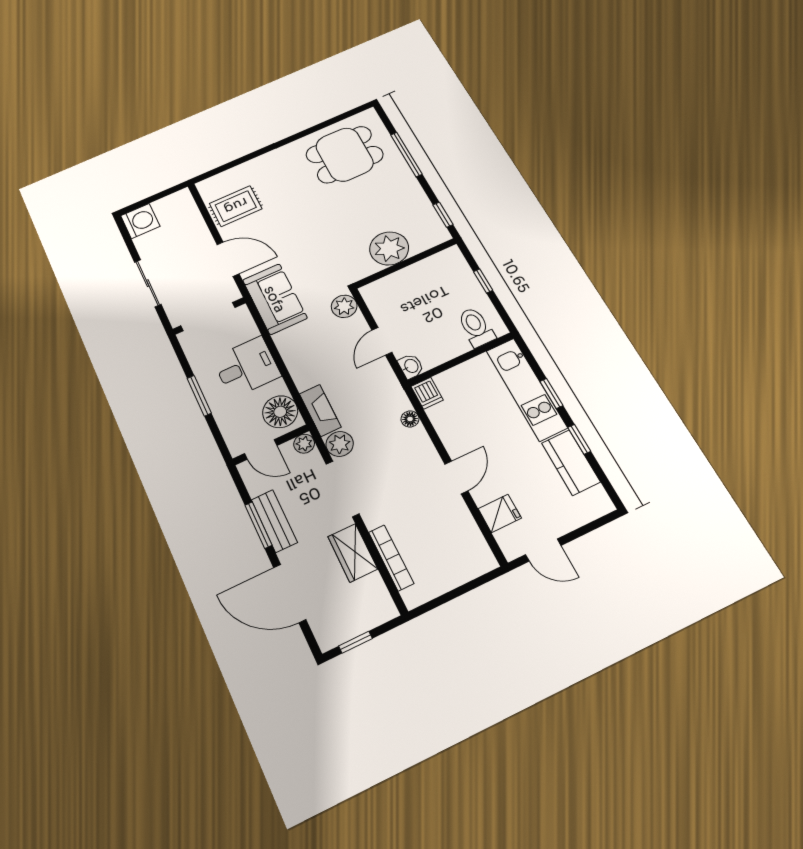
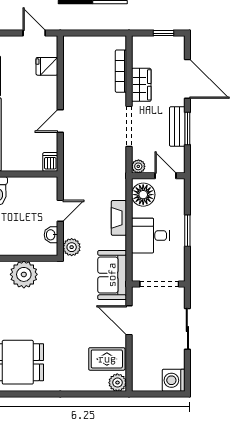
washbasin: (411, 366) -> (51, 235), moved
fireplace: (320, 410) -> (119, 218), moved
floor lamp: (410, 419) -> (69, 150), removed
plant: (340, 444) -> (117, 383), moved
door: (456, 477) -> (60, 121), moved

